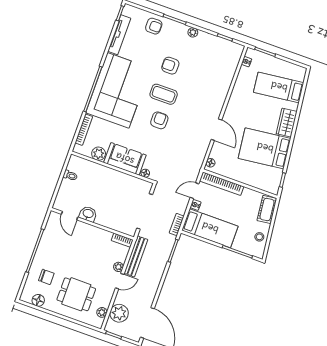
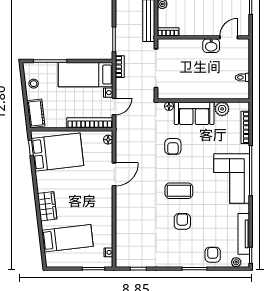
armchair: (154, 26) -> (213, 255), turned 90
plant: (193, 32) -> (236, 262), moved
armchair: (170, 66) -> (182, 221), turned -90
corner sofa: (118, 90) -> (232, 178), width x0.73, depth x0.74
armchair: (159, 120) -> (173, 147), moved
door: (216, 130) -> (114, 174), swing flipped
bed: (265, 148) -> (57, 152), moved
door: (70, 216) -> (229, 37), hinge flipped

